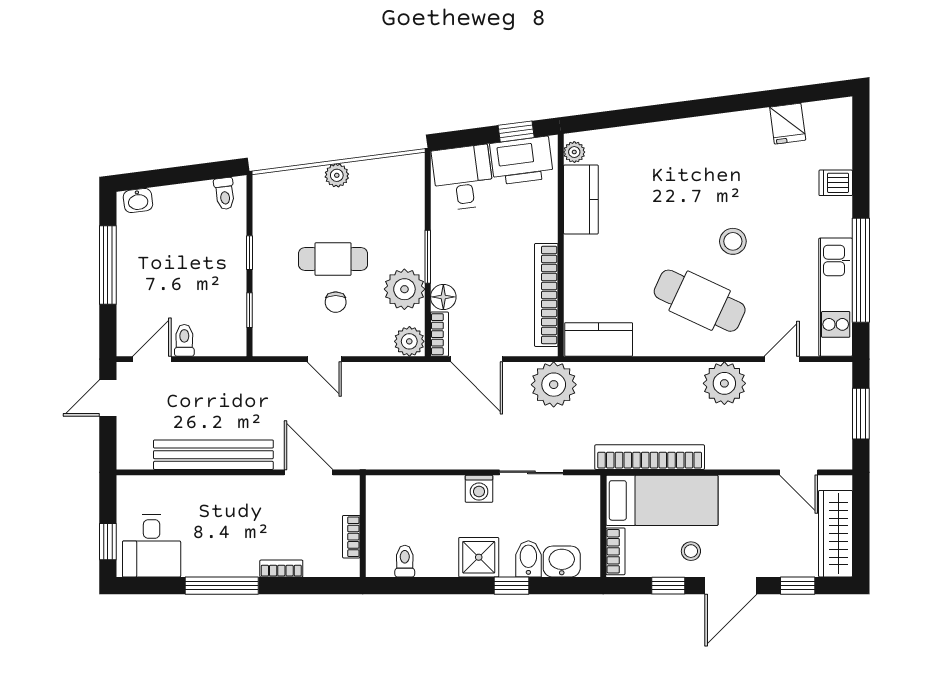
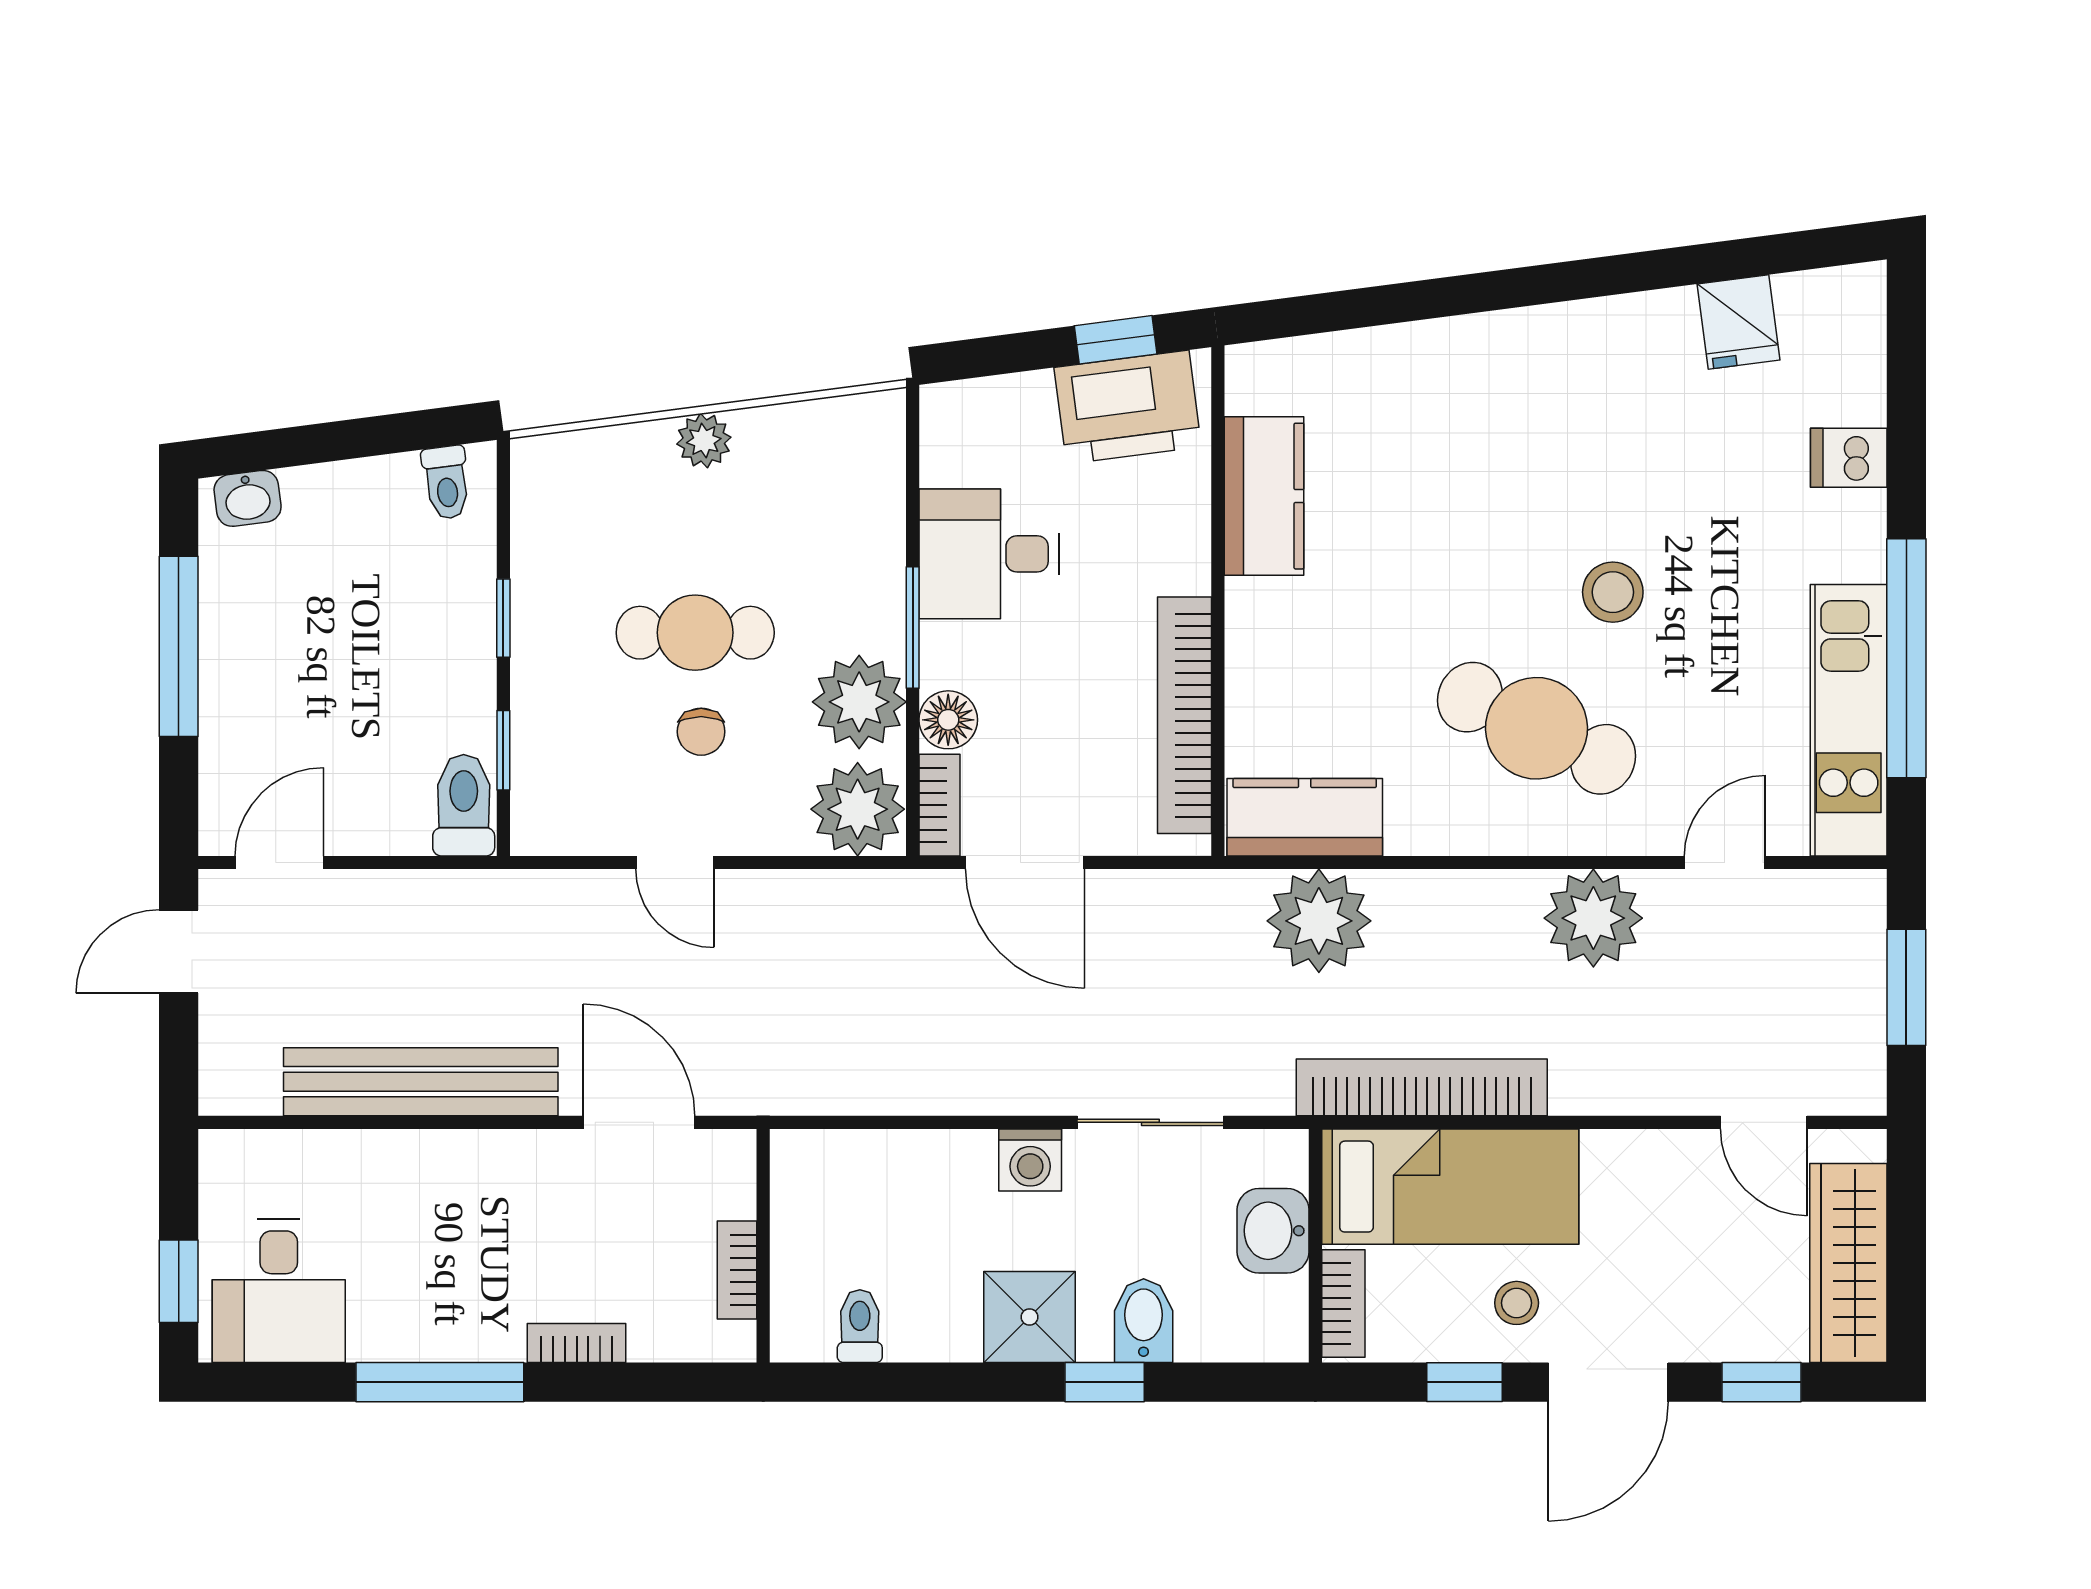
plant: (574, 152) -> (1249, 387), removed
desk: (463, 178) -> (989, 554), moved, turned -83
toilet: (184, 340) -> (464, 805), moved, width x1.37, depth x1.39
plant: (409, 341) -> (858, 809), width x1.36, depth x1.36
plant: (554, 385) -> (1319, 921), moved
washbasin: (562, 561) -> (1273, 1231), moved, turned -90

